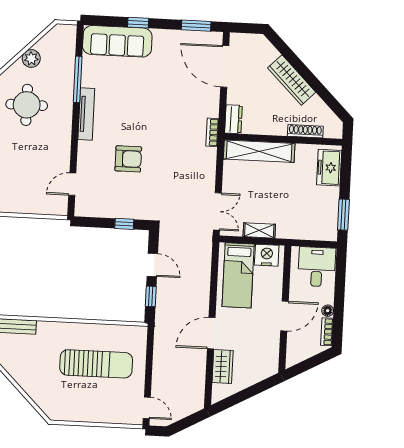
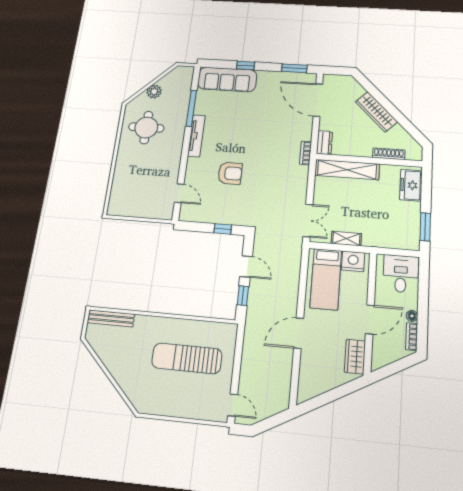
door: (72, 184) -> (179, 193), swing flipped
sun lounger: (96, 364) -> (187, 358), turned 180
wardrobe: (223, 367) -> (355, 357), moved, turned 180

